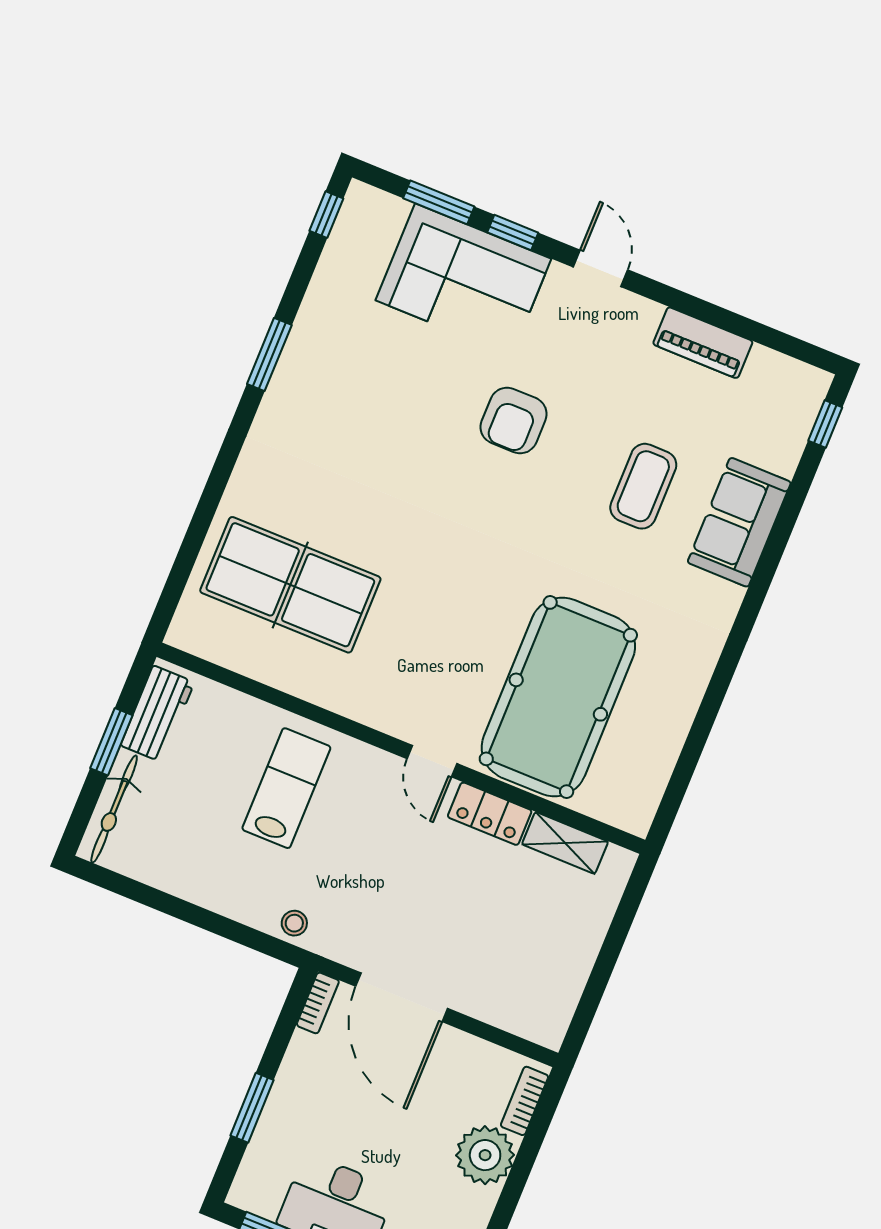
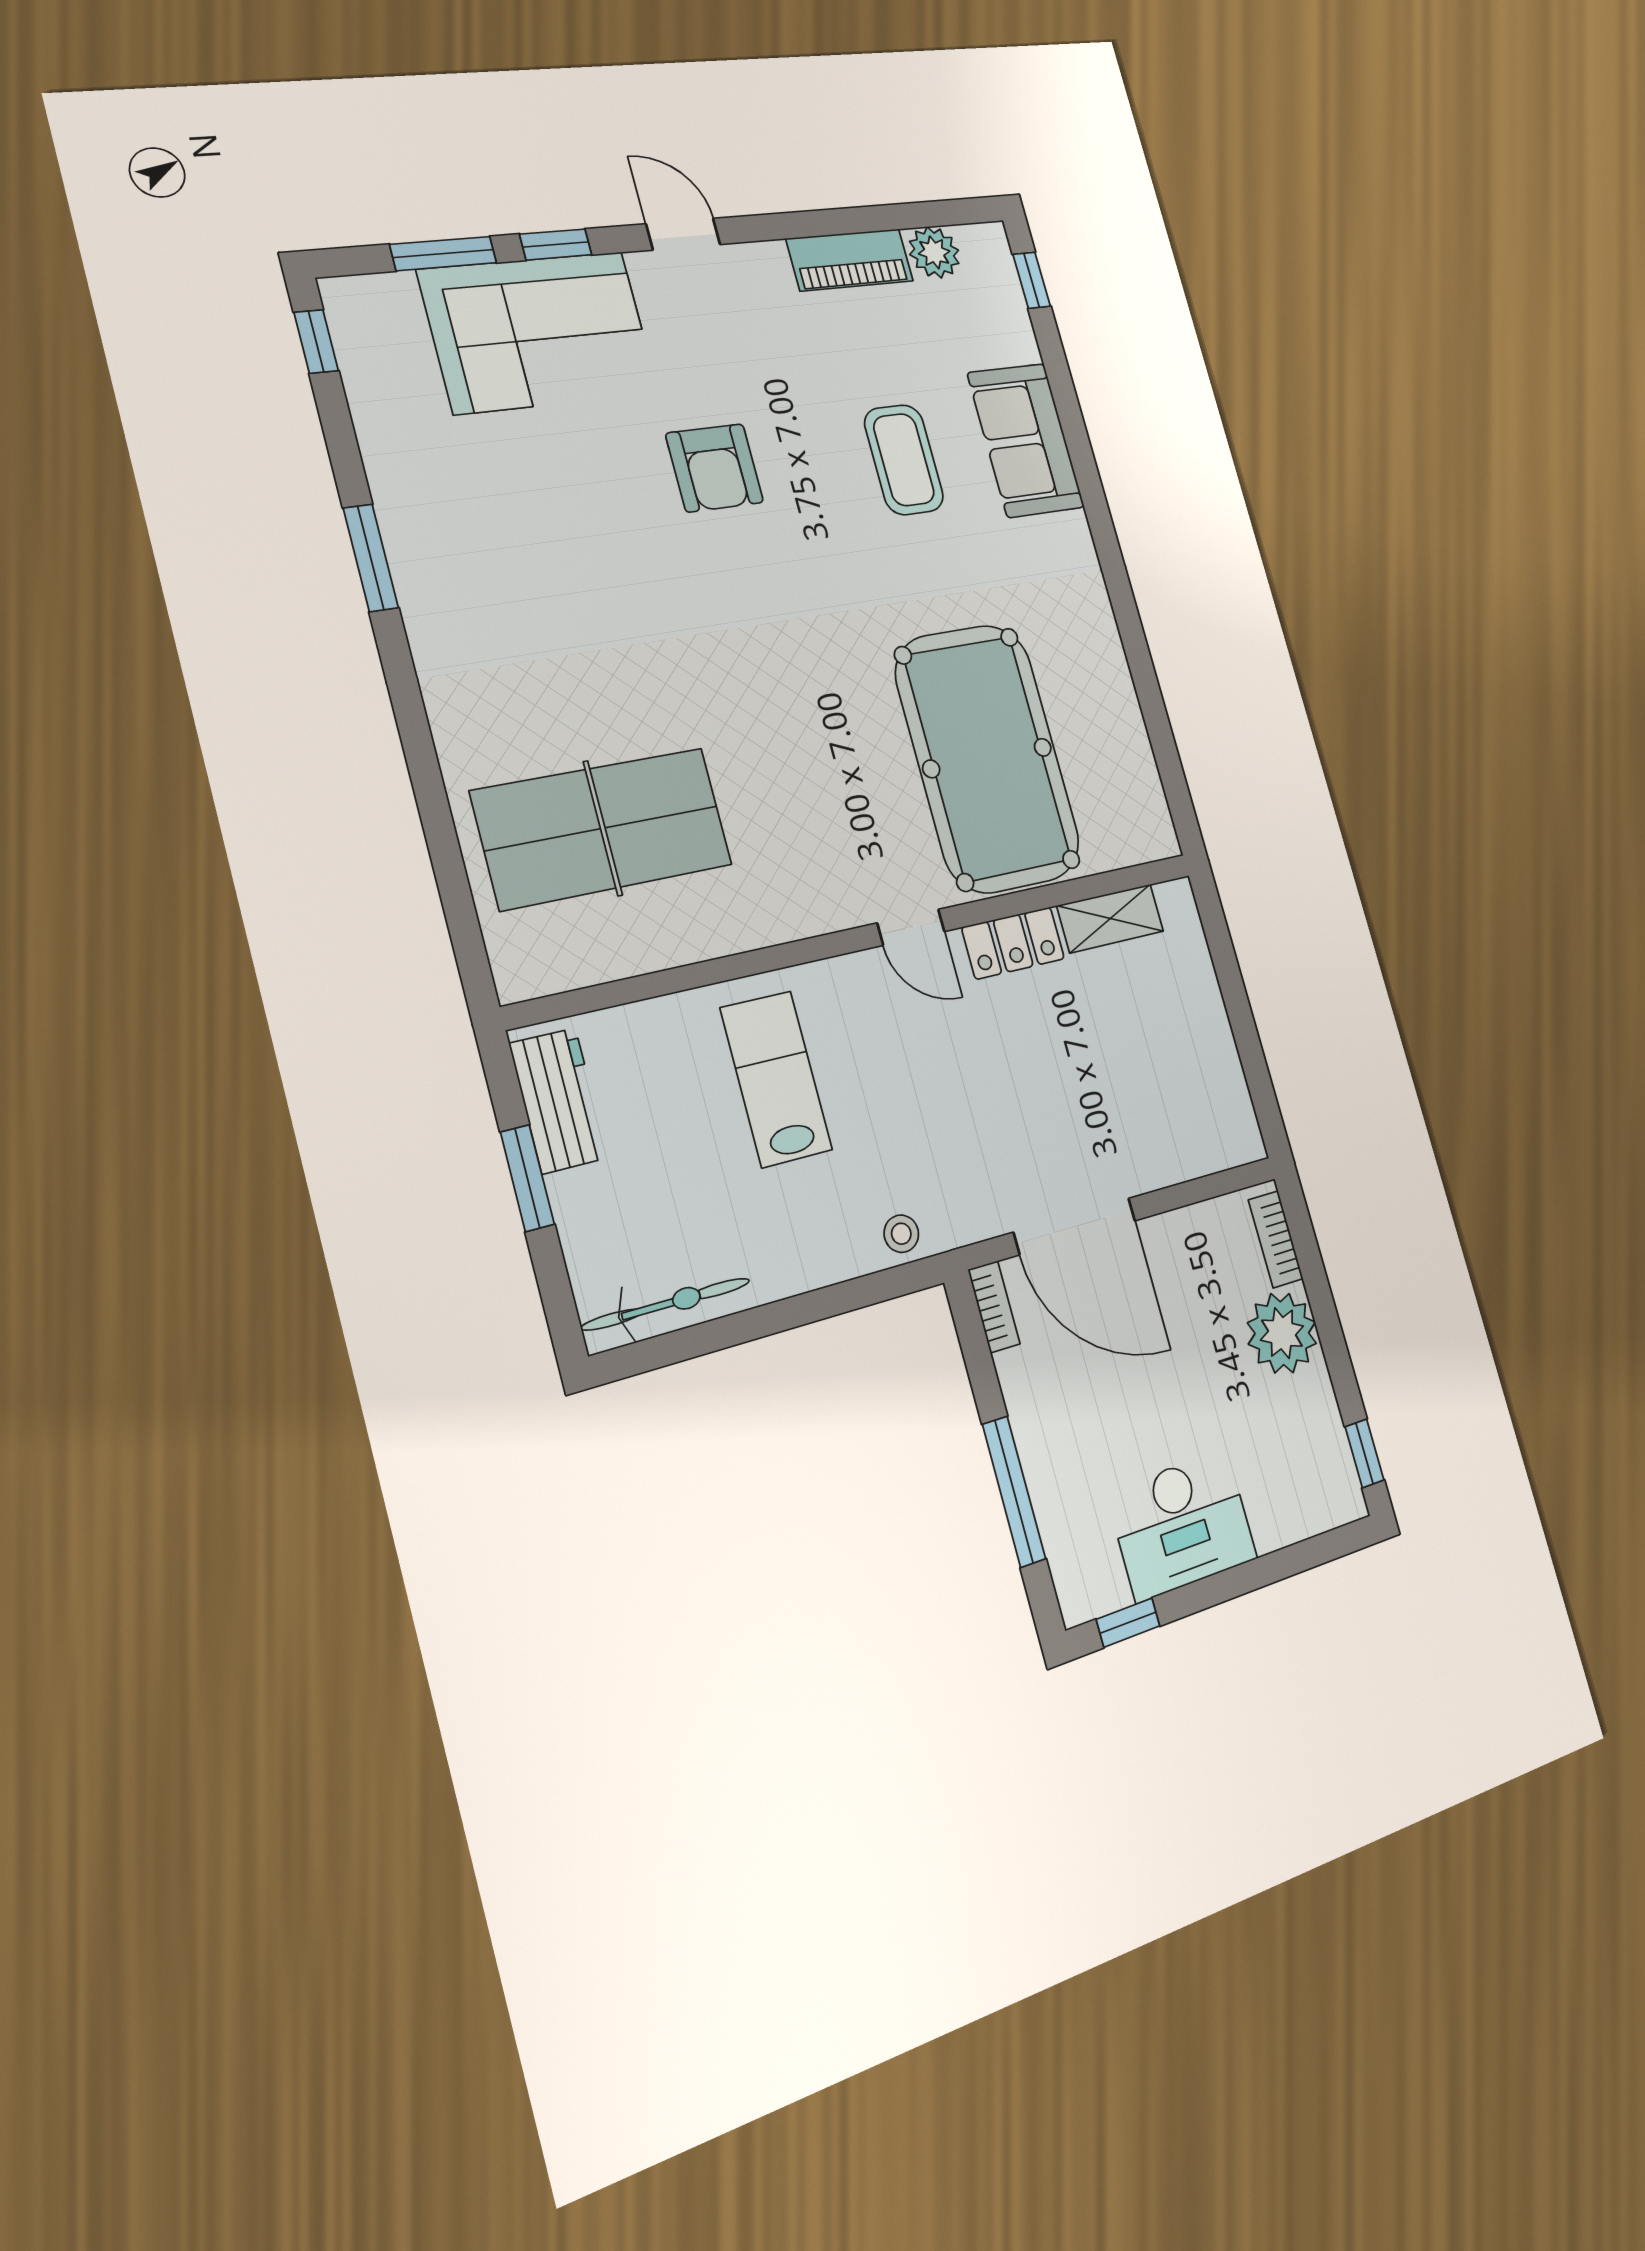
plant: (767, 369) -> (934, 252), added
bicycle: (114, 809) -> (666, 1304), moved, turned -90
window: (252, 1108) -> (1014, 1492), width x1.44

